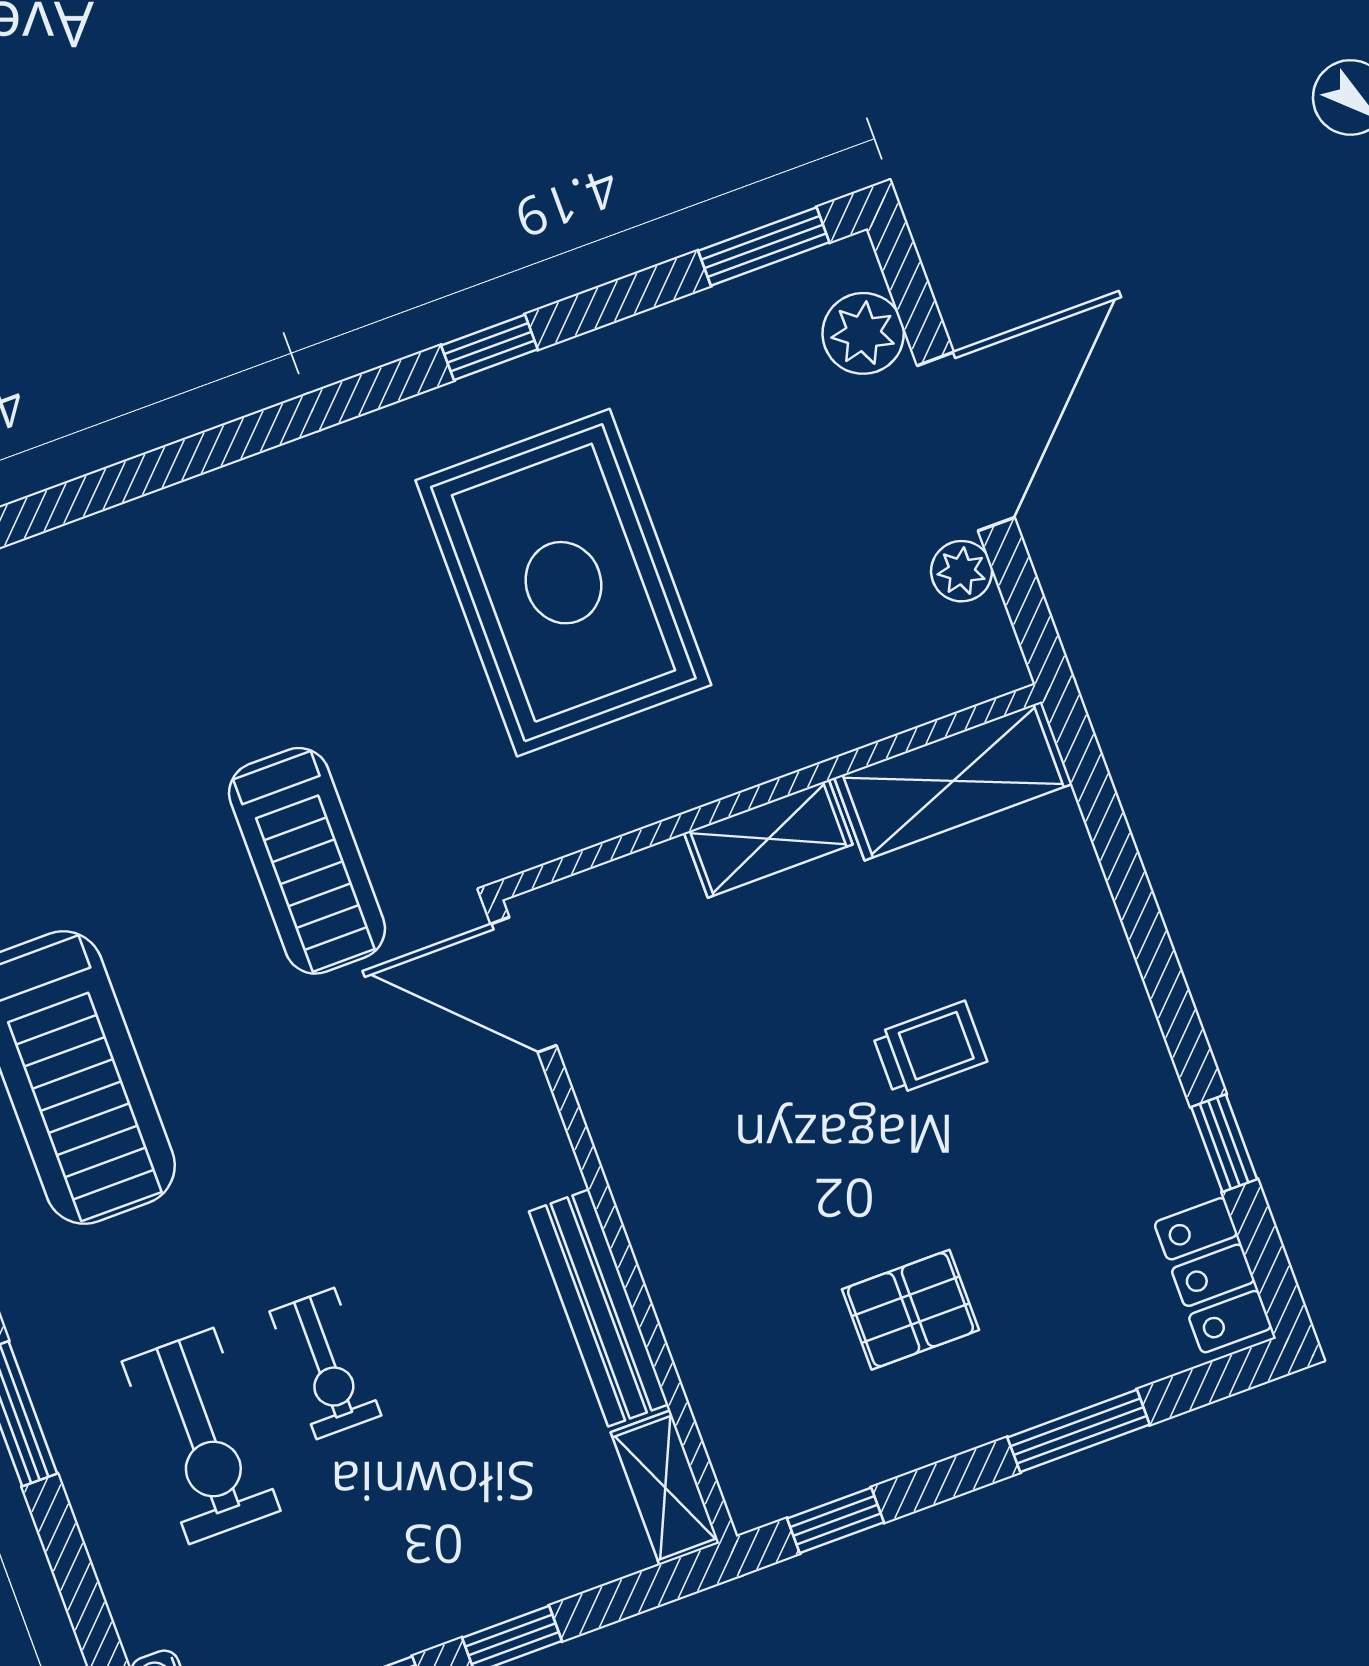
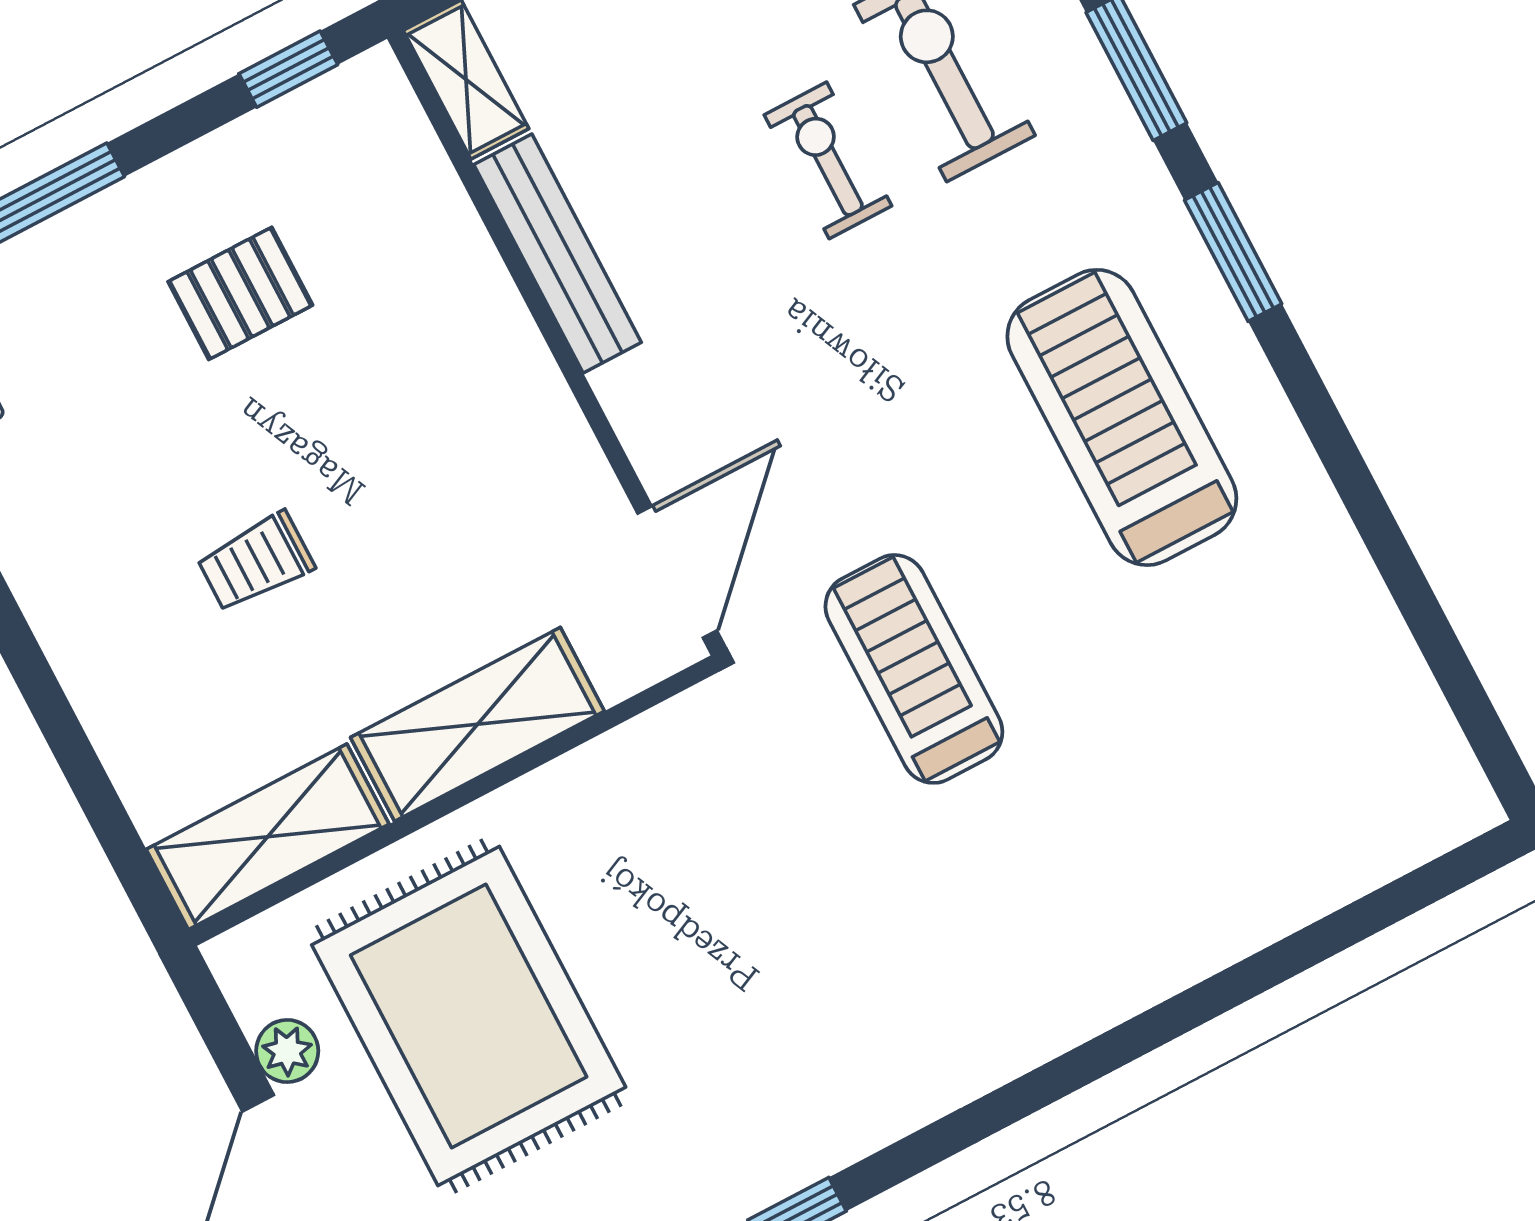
rug: (563, 583) -> (469, 1016), moved
shelving: (768, 839) -> (477, 724), width x1.50, depth x1.33
door: (524, 985) -> (677, 572), hinge flipped

